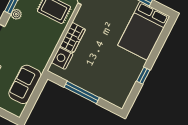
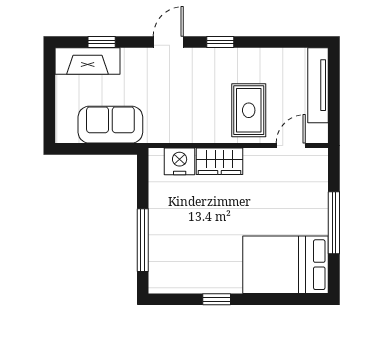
plant: (16, 14) -> (211, 57), removed
window: (82, 92) -> (143, 240), moved

